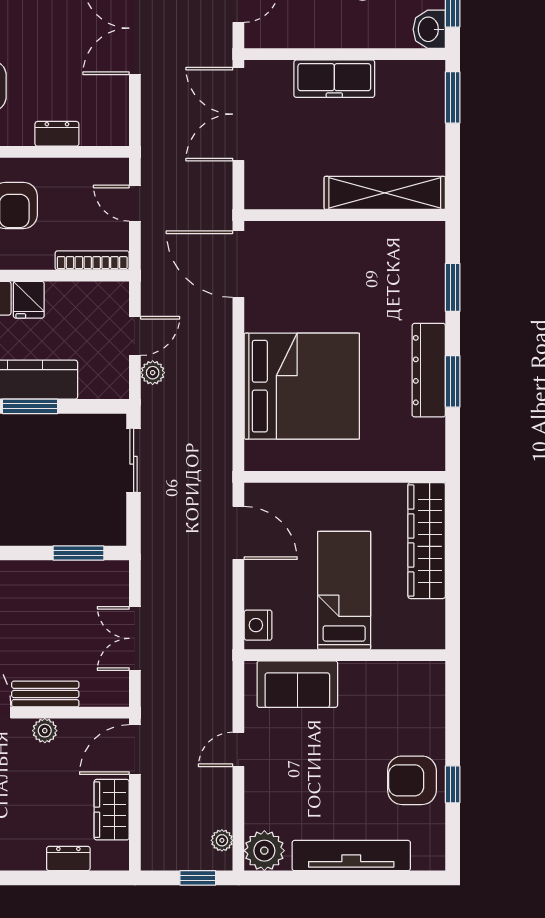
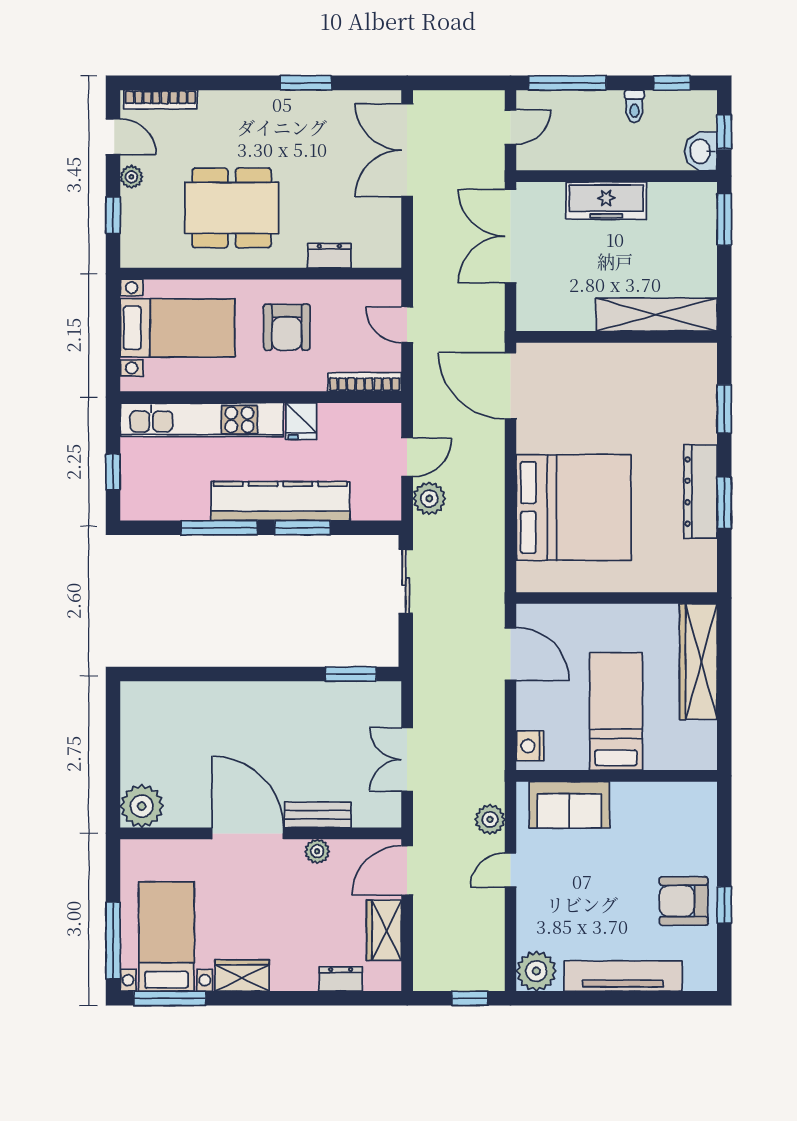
plant: (153, 373) -> (429, 498), width x1.38, depth x1.38
plant: (222, 840) -> (490, 819), moved, width x1.38, depth x1.38

